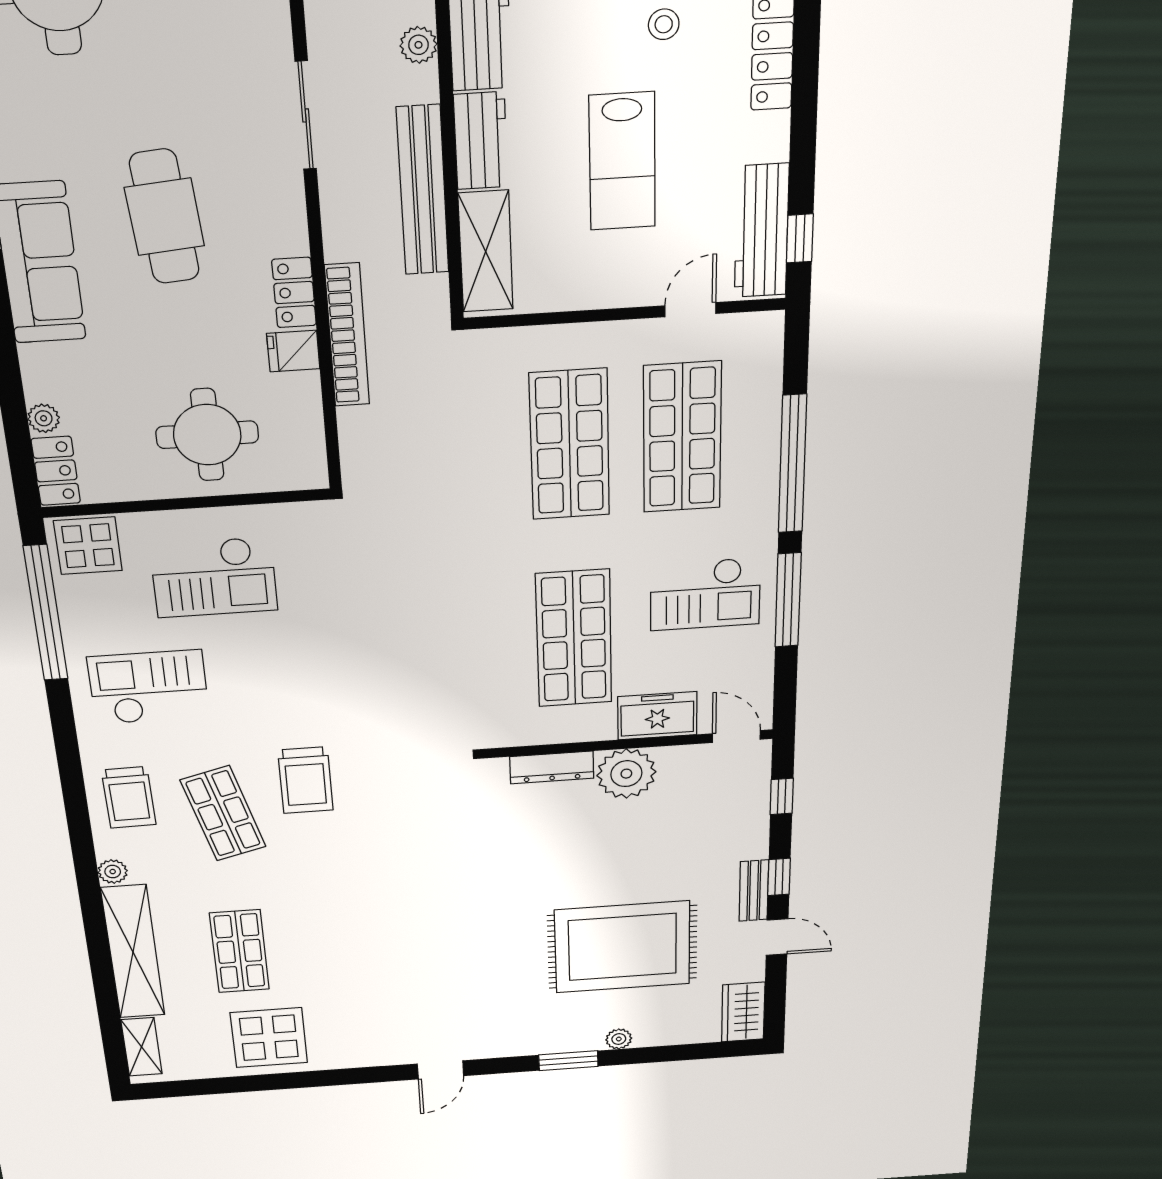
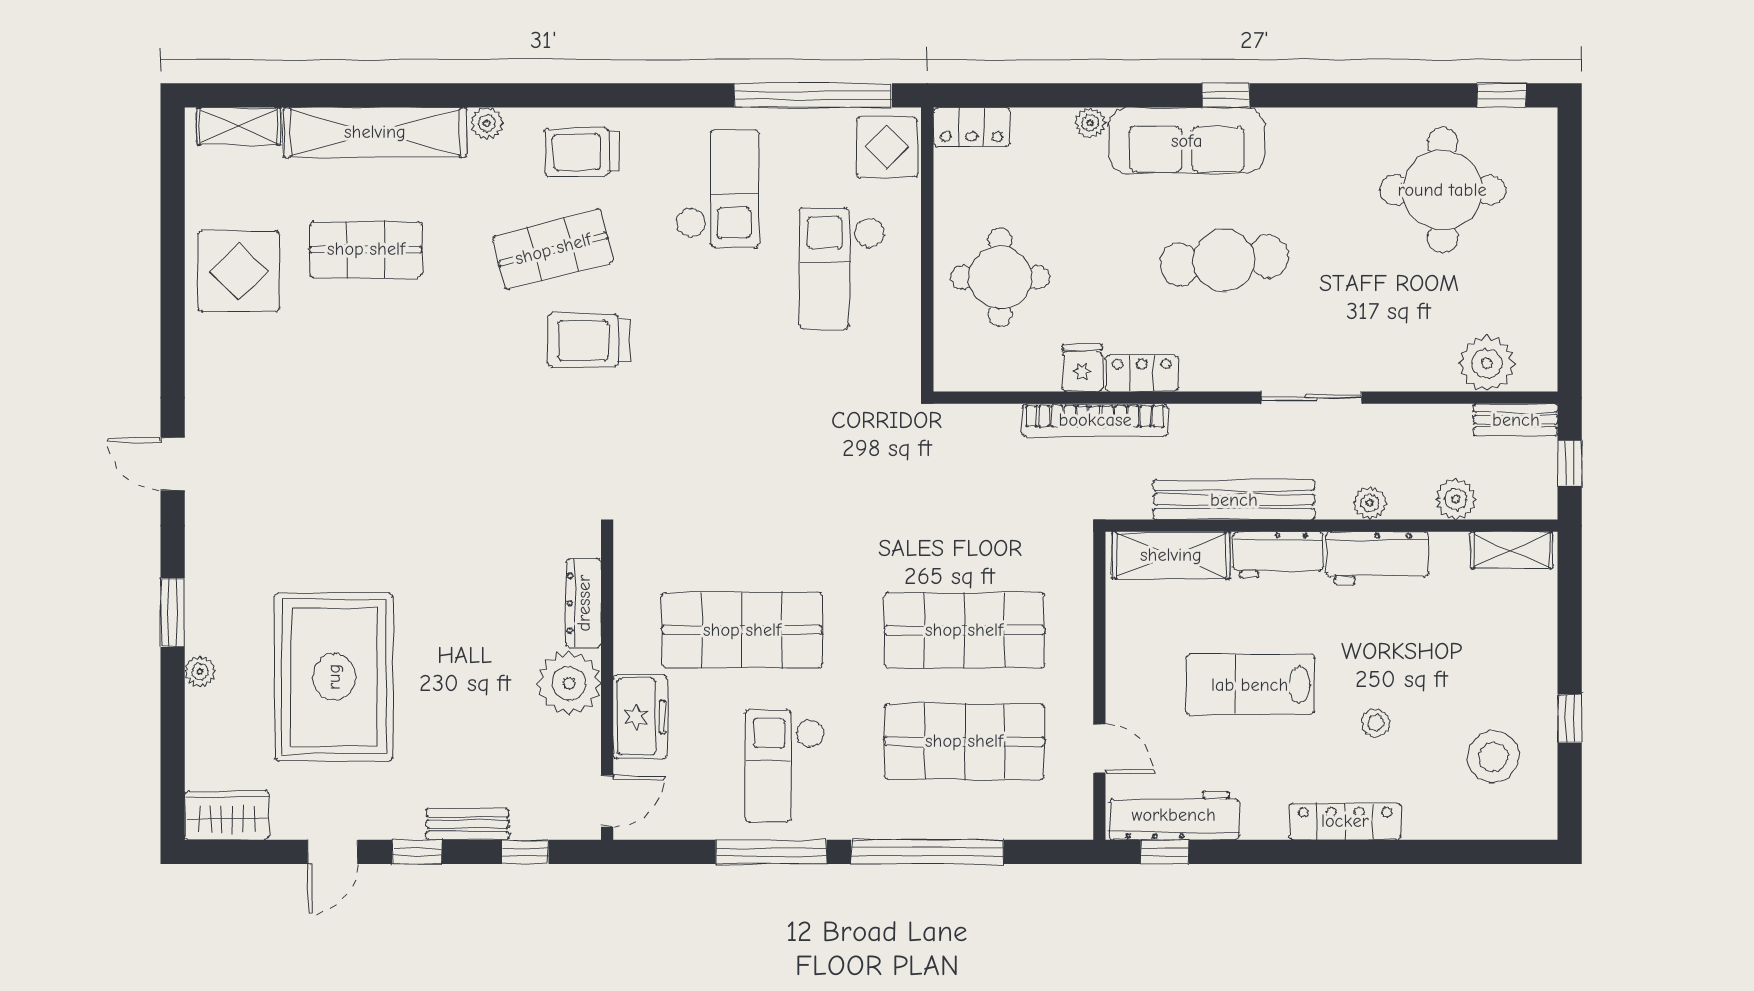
plant: (44, 418) -> (1090, 123), moved
bench: (754, 891) -> (468, 824), moved

